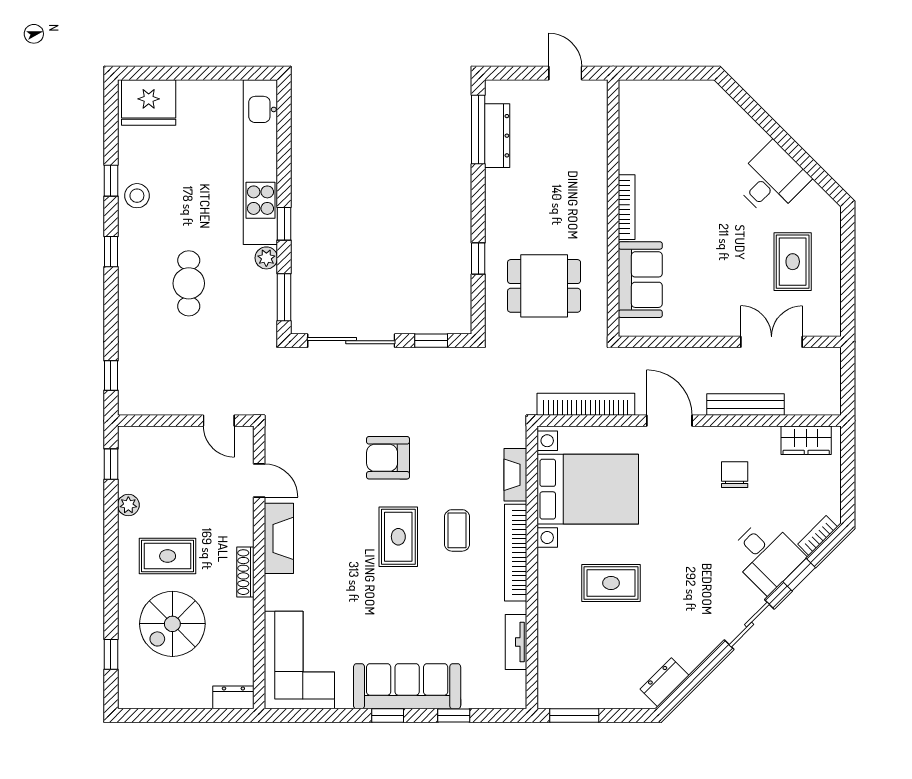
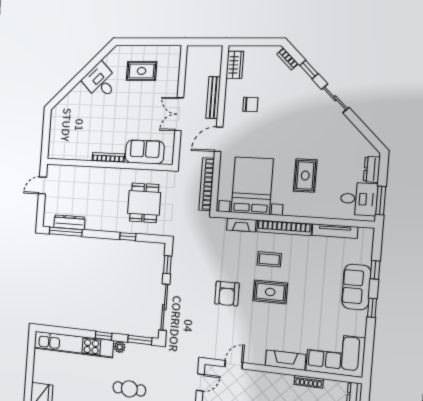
double door: (772, 342) -> (179, 114), moved
chair: (735, 475) -> (250, 104), turned 180
fireplace: (279, 538) -> (285, 360), moved
desk: (766, 555) -> (359, 199), moved, turned 45
shoe rack: (245, 572) -> (309, 382), moved
tv unit: (516, 642) -> (335, 231), width x1.41
dresser: (665, 682) -> (372, 169), moved, turned 45
sofa: (407, 686) -> (356, 287), width x0.73

